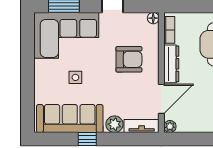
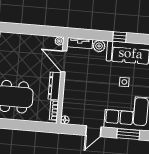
armchair: (129, 59) -> (85, 92), removed
door: (161, 99) -> (64, 61), hinge flipped

